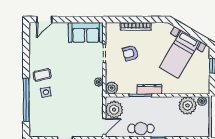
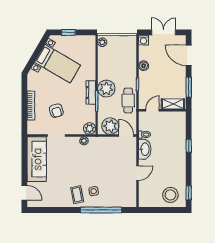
sofa: (86, 32) -> (37, 159), width x1.36
plant: (188, 105) -> (106, 89), moved

